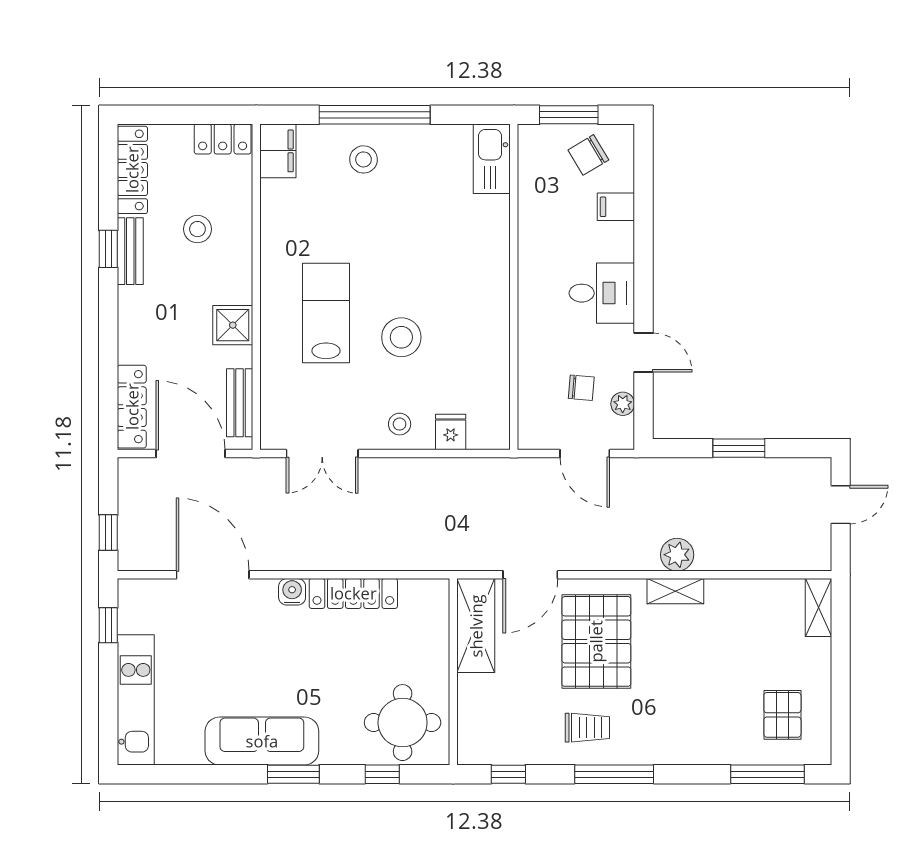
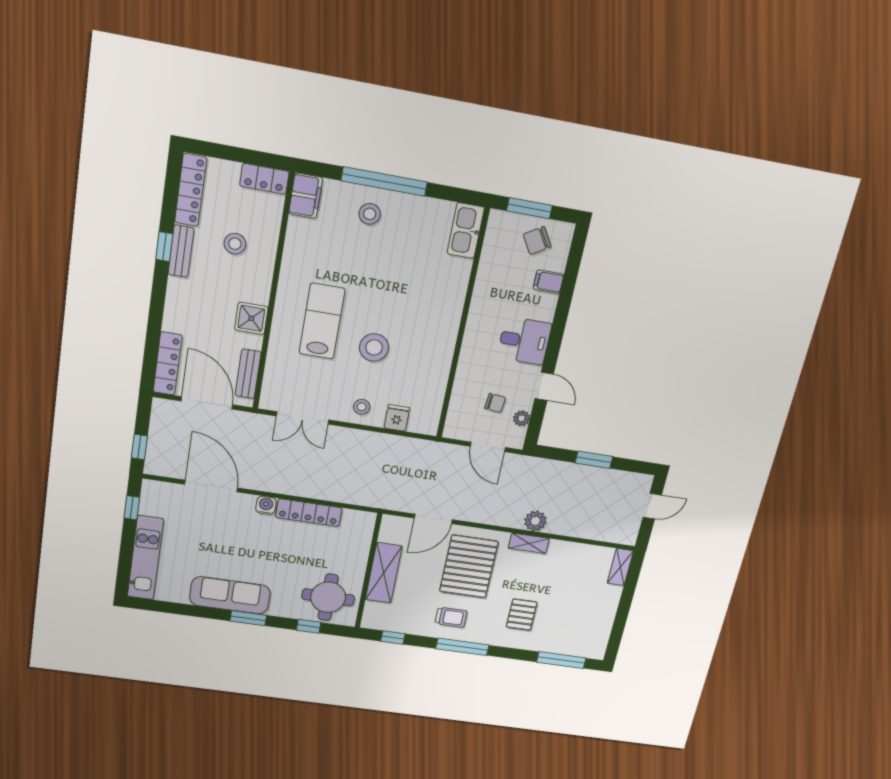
shelving: (476, 626) -> (384, 573), moved
pallet: (782, 715) -> (522, 615), moved

